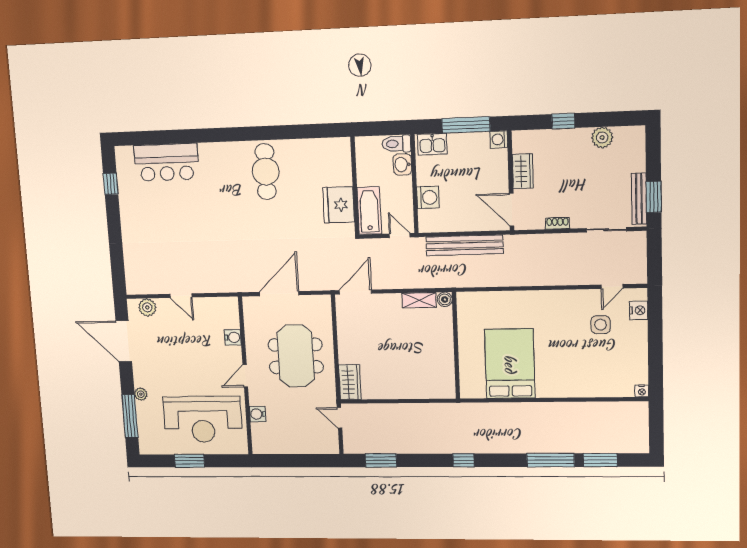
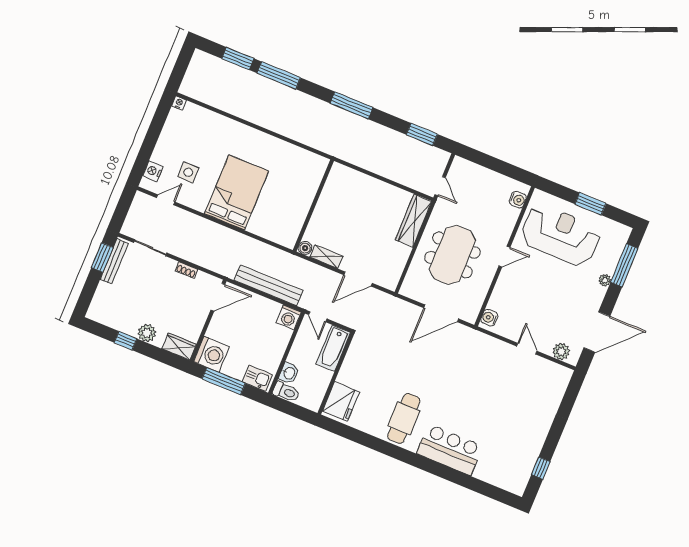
window: (563, 121) -> (125, 341), moved
plant: (602, 138) -> (147, 333), moved
washing machine: (499, 139) -> (211, 354), width x1.89, depth x1.89
bar counter: (166, 162) -> (450, 450), moved
wardrobe: (523, 171) -> (179, 347), moved, turned 90
washing machine: (428, 197) -> (289, 317), moved, turned -90
fridge: (339, 205) -> (341, 402), moved
door: (512, 210) -> (218, 297), hinge flipped
door: (355, 292) -> (358, 279), moved
water cooler: (233, 337) -> (489, 318), moved
door: (124, 341) -> (597, 332), hinge flipped
bed: (510, 364) -> (237, 192), moved, turned 180
wardrobe: (350, 382) -> (414, 221), width x1.50
water cooler: (258, 414) -> (518, 200), moved
window: (463, 460) -> (352, 105), width x2.17

